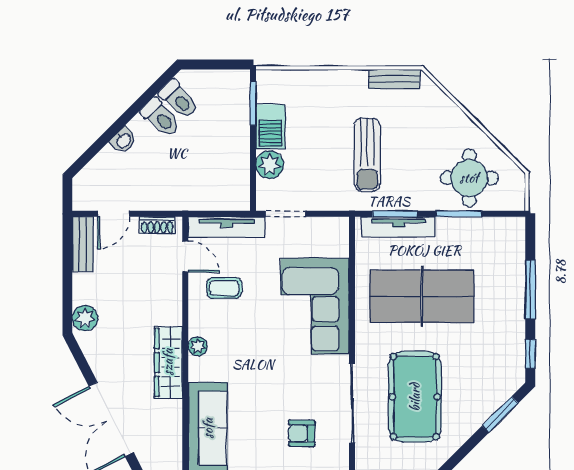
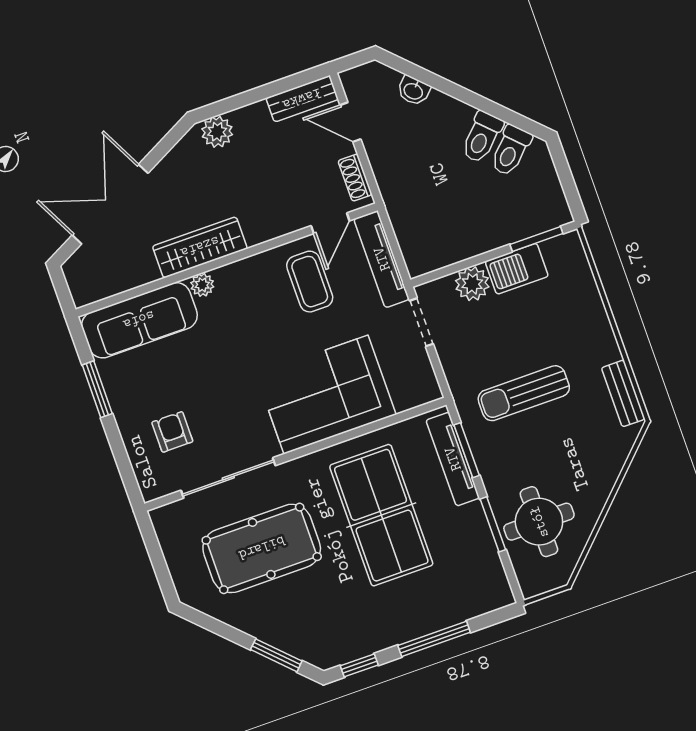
washbasin: (123, 140) -> (414, 91), moved
coffee table: (224, 288) -> (310, 282), width x1.36, depth x1.30
plant: (198, 346) -> (202, 285), moved

